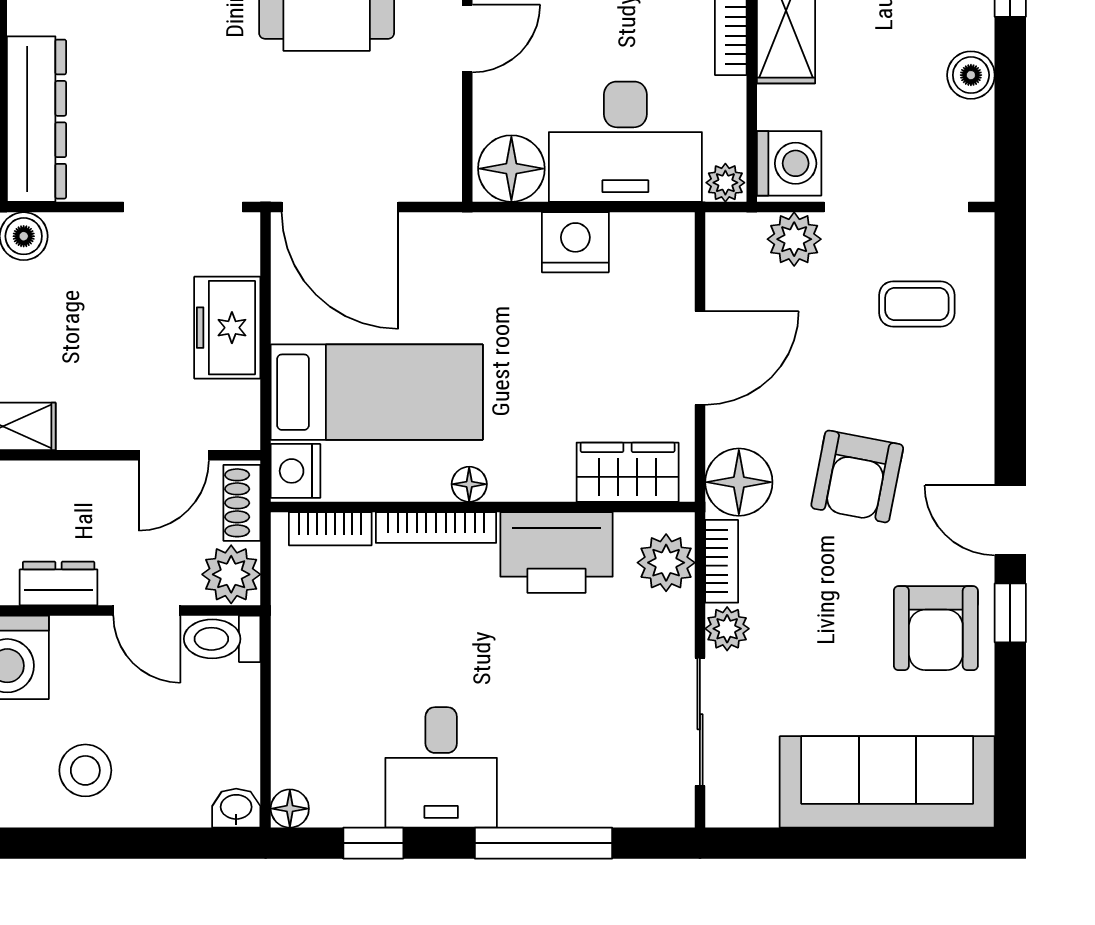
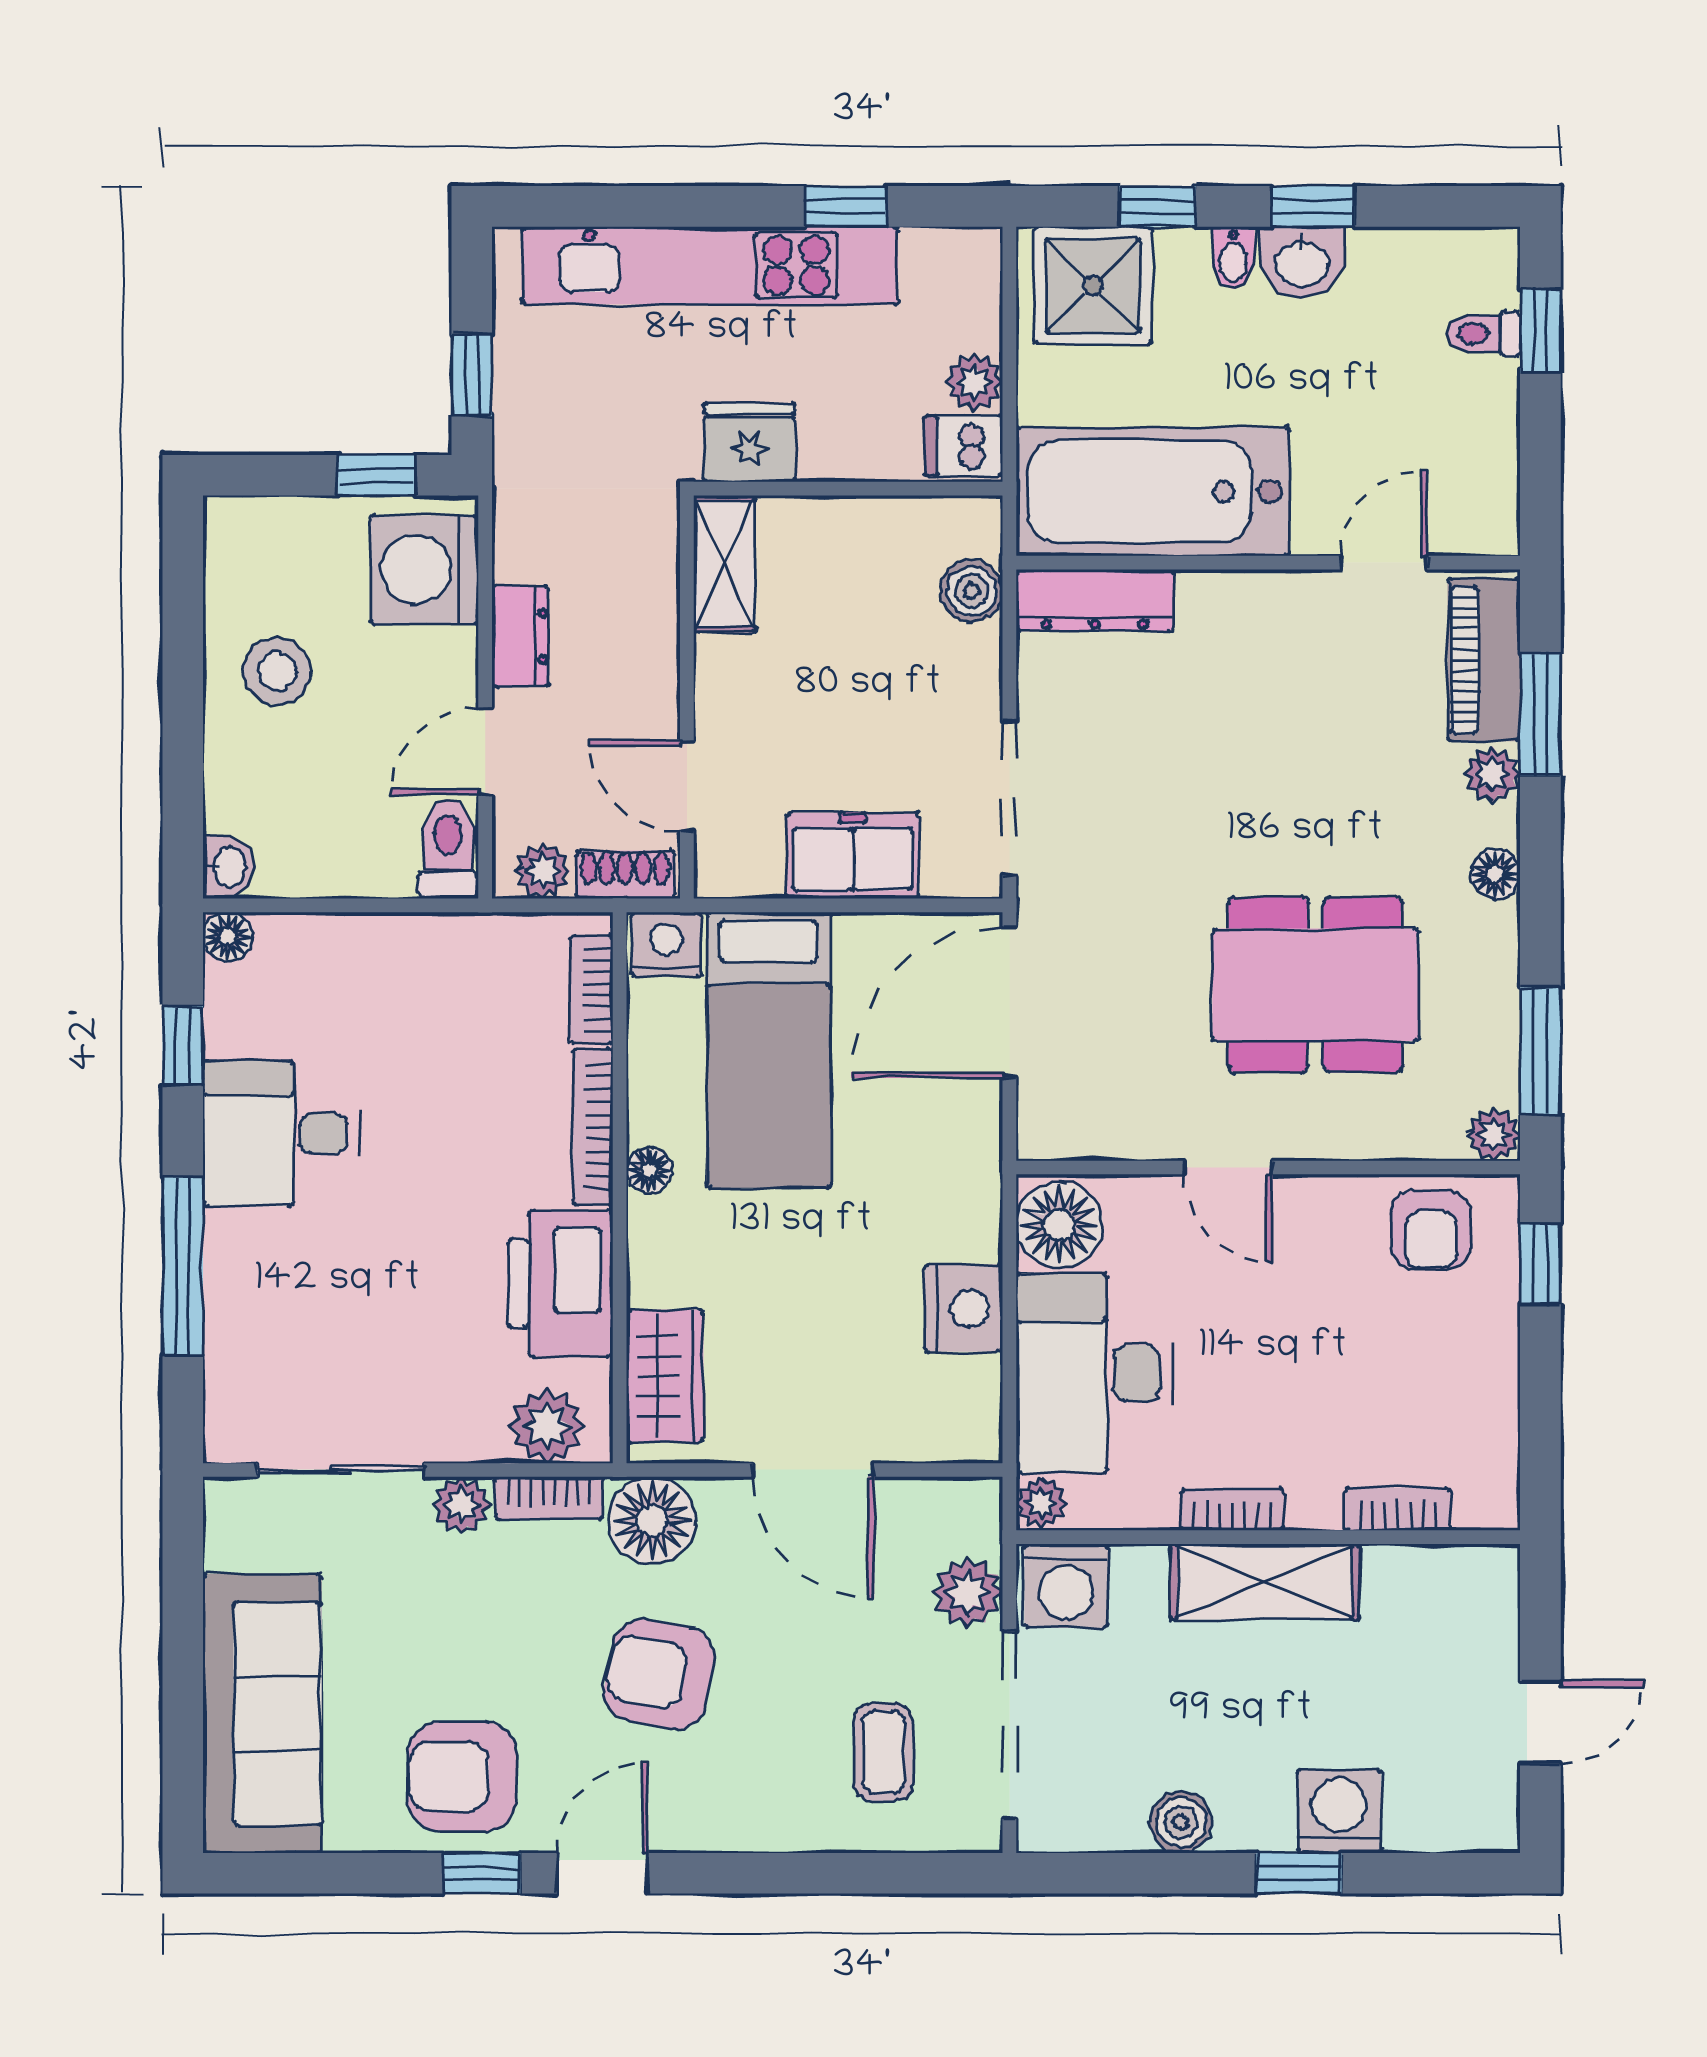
dresser: (37, 119) -> (1095, 600), width x0.73, depth x0.80
plant: (231, 574) -> (543, 871), width x0.73, depth x0.73

